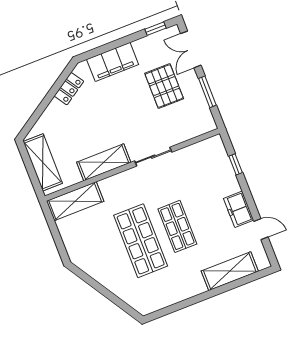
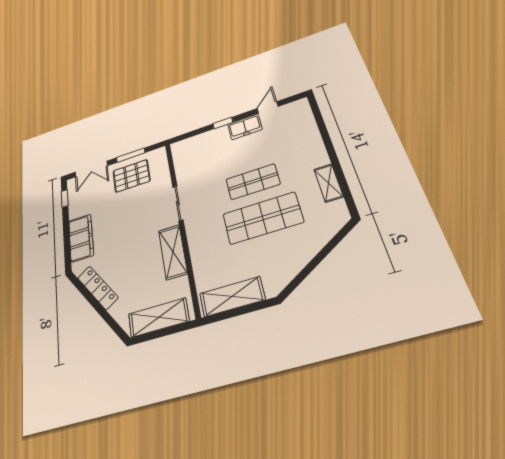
pallet: (164, 86) -> (131, 176), moved
locker: (69, 89) -> (98, 288), width x1.53
window: (236, 164) -> (223, 123), moved
shelving: (75, 201) -> (232, 297), moved, turned 90
shelving: (230, 271) -> (328, 183), moved, width x0.67, depth x0.75

